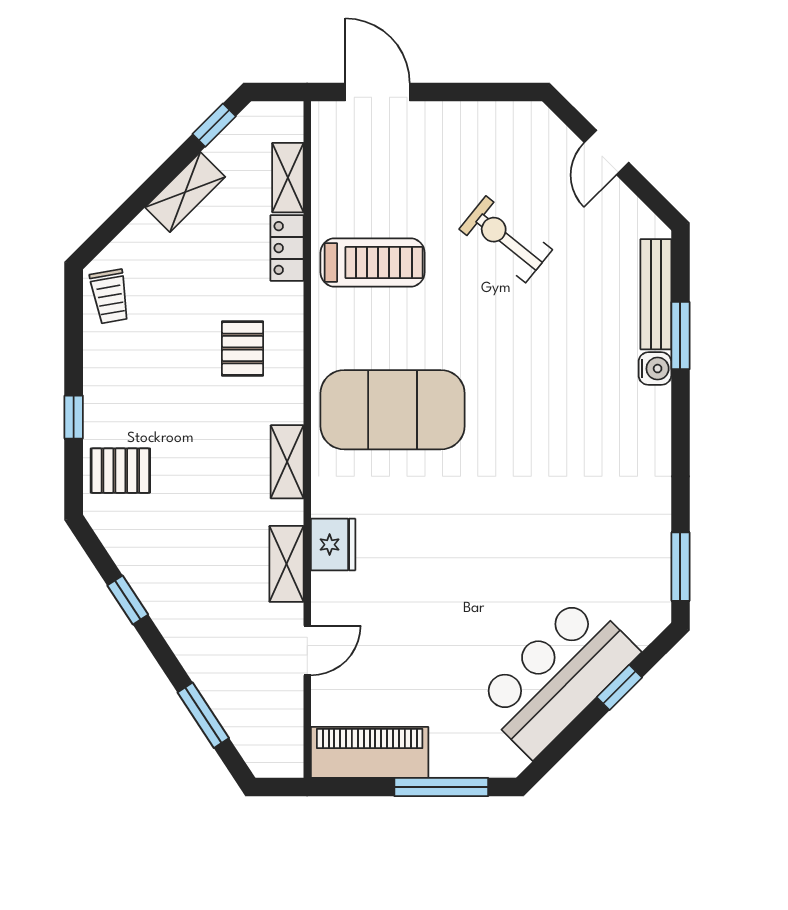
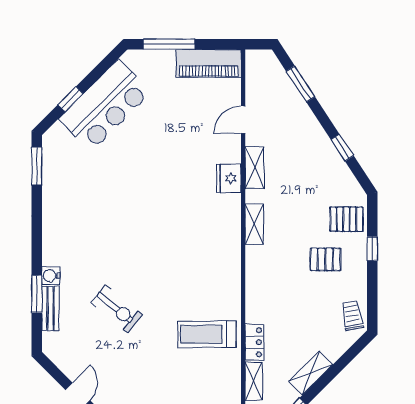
exercise bike: (506, 239) -> (117, 309), moved
bench: (656, 294) -> (50, 309), width x0.73
pallet: (243, 349) -> (325, 259), moved, turned 90
exercise mat: (393, 410) -> (196, 253), removed

